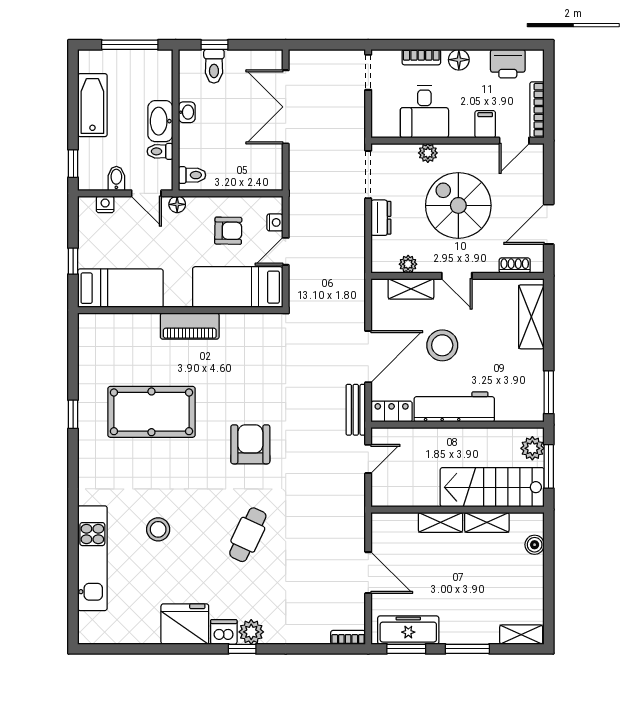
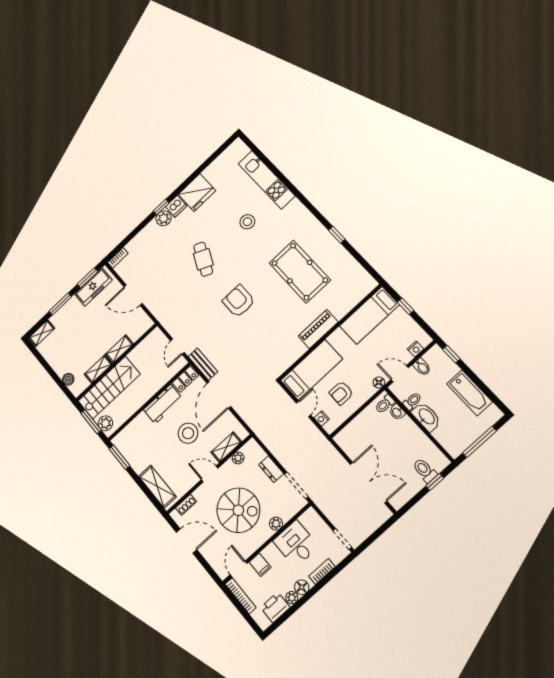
plant: (480, 58) -> (292, 598), added
washbasin: (187, 112) -> (397, 412), moved
door: (549, 224) -> (187, 541), hinge flipped
workbench: (454, 407) -> (163, 404), width x0.73
pool table: (151, 412) -> (300, 272), turned 90
armchair: (250, 444) -> (239, 301), turned 180

